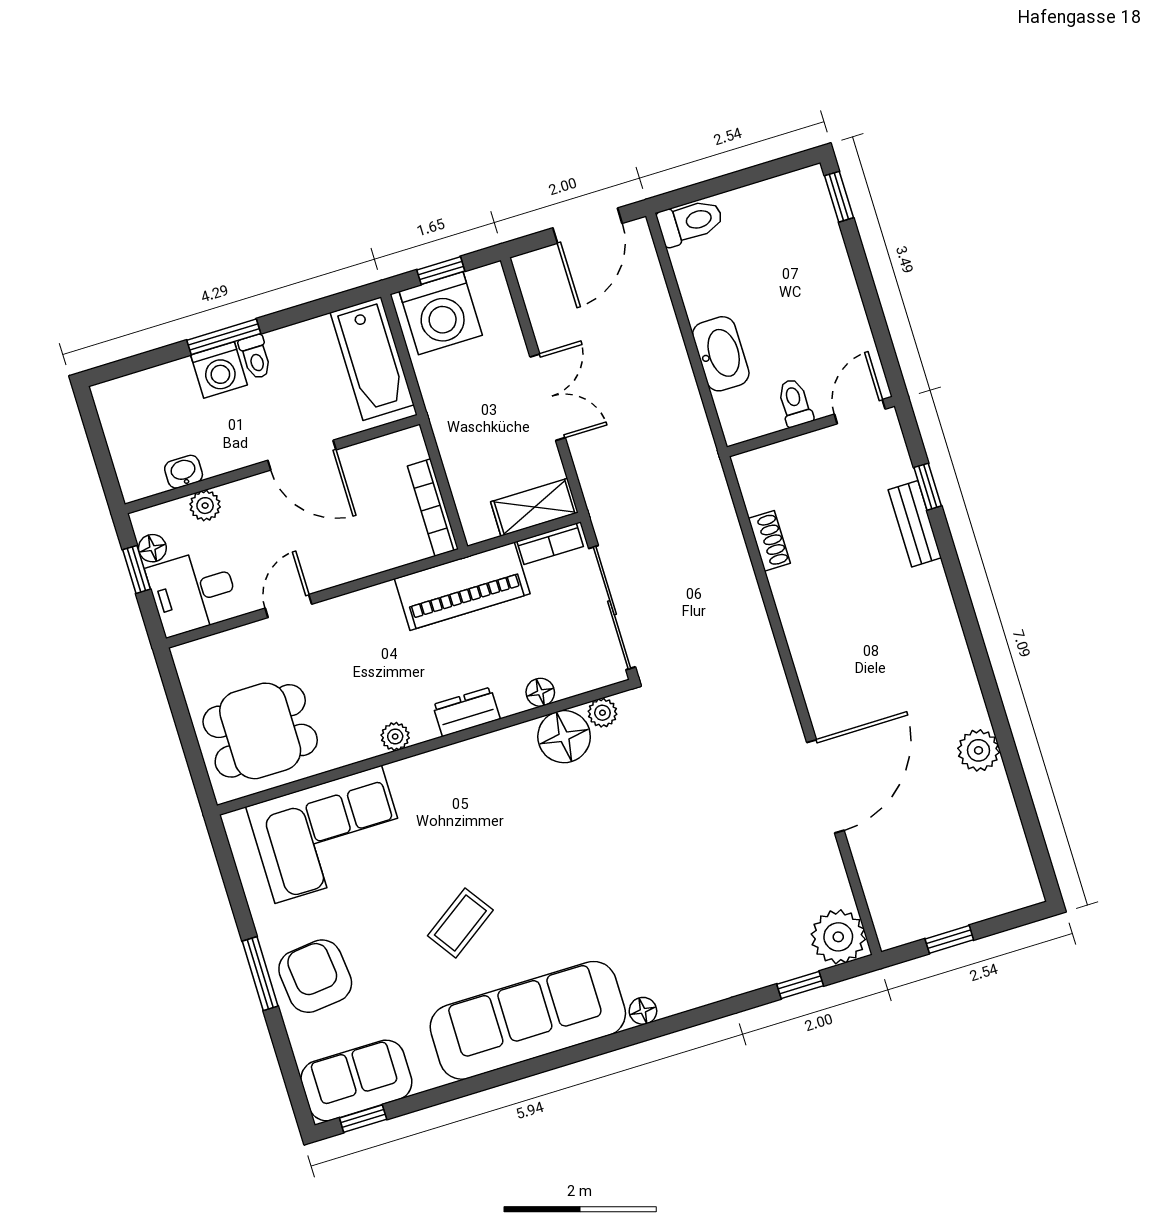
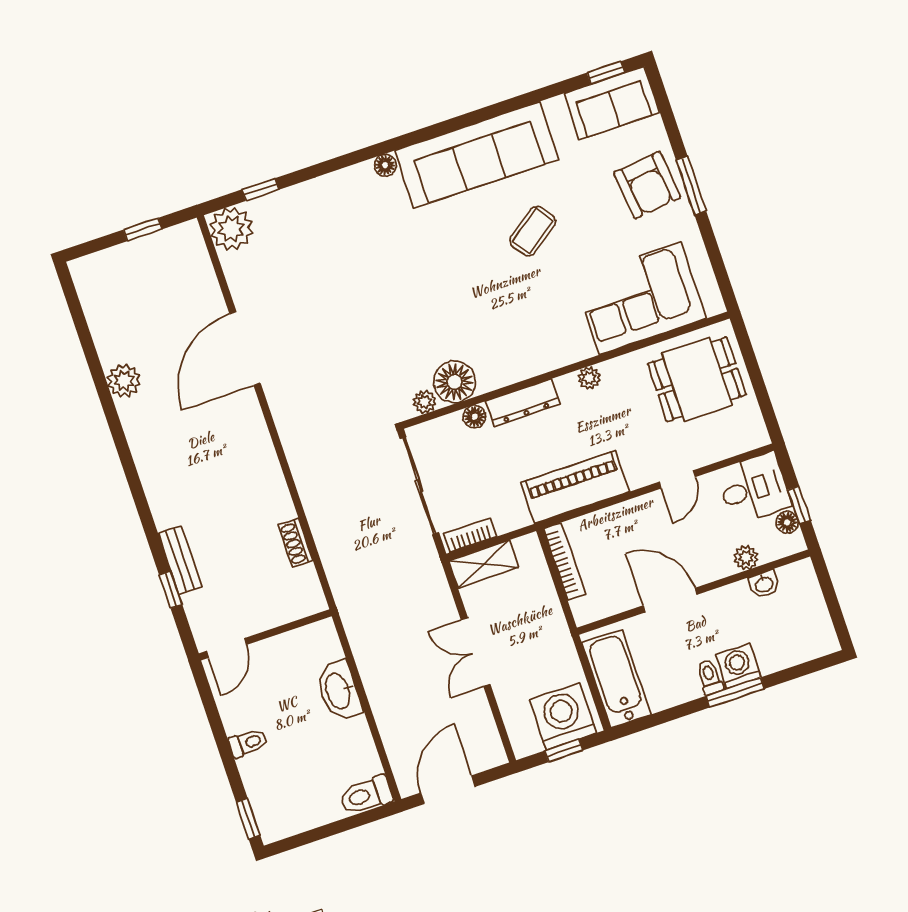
toilet: (795, 403) -> (248, 743), moved, turned -90
piano: (462, 586) -> (575, 487), moved
dresser: (466, 712) -> (523, 403), width x1.44

